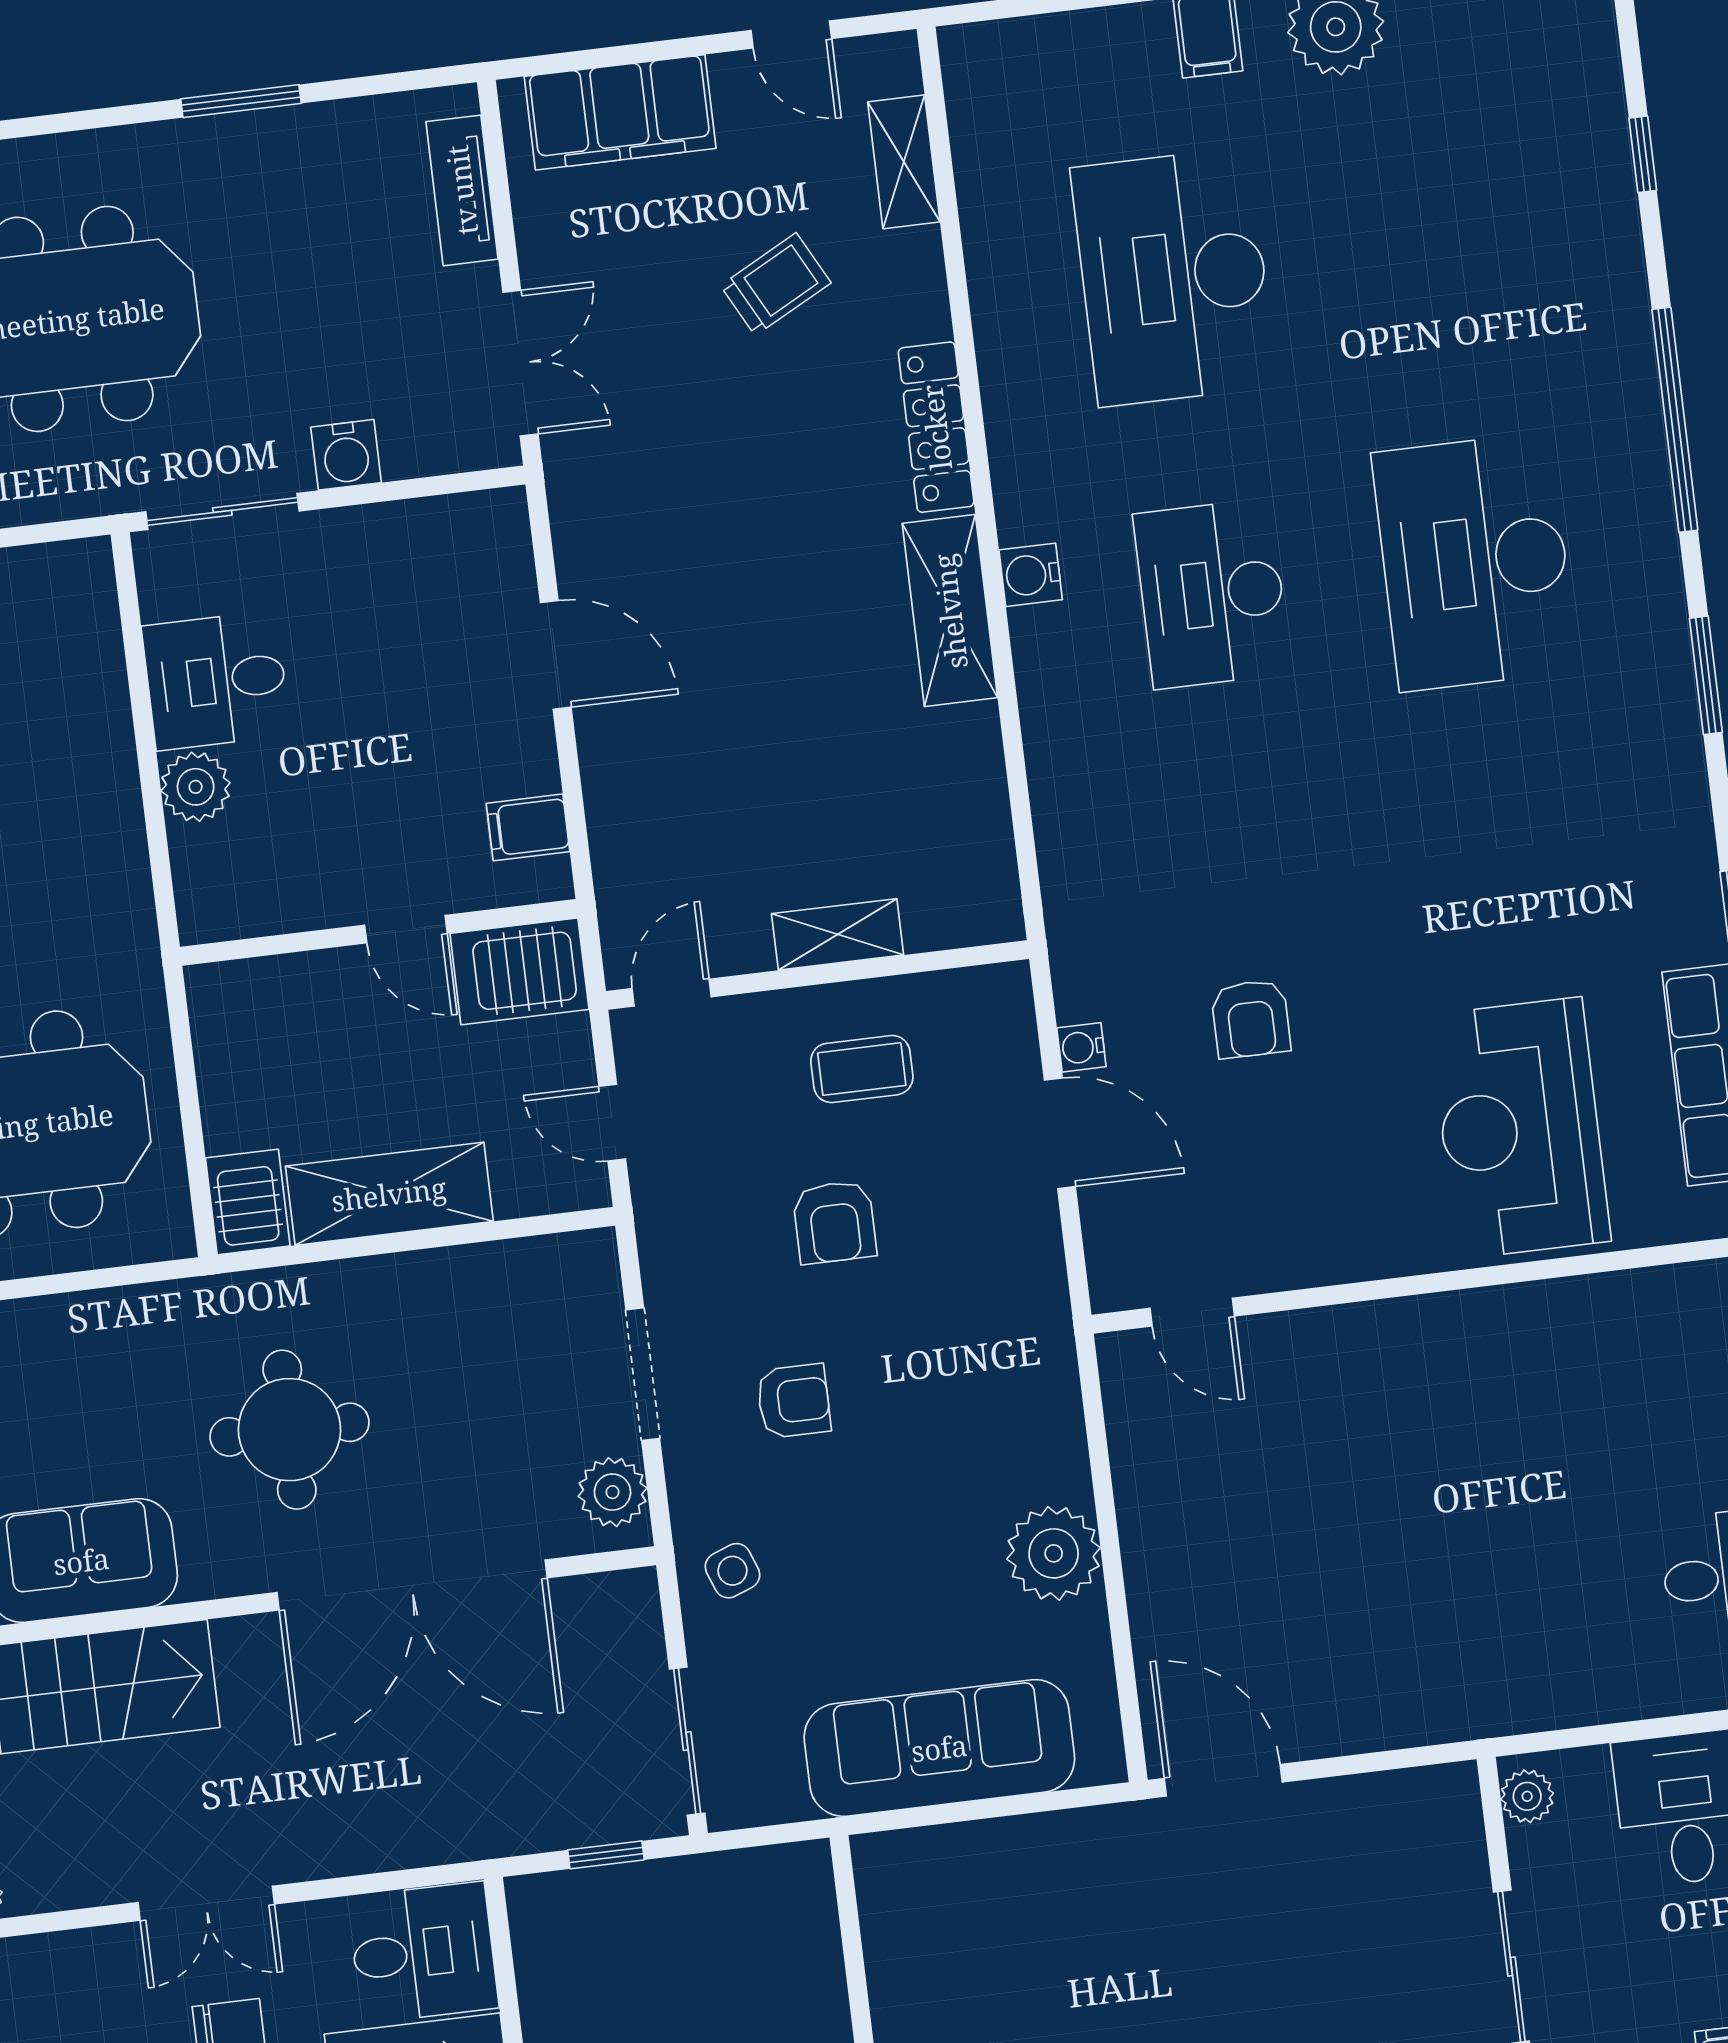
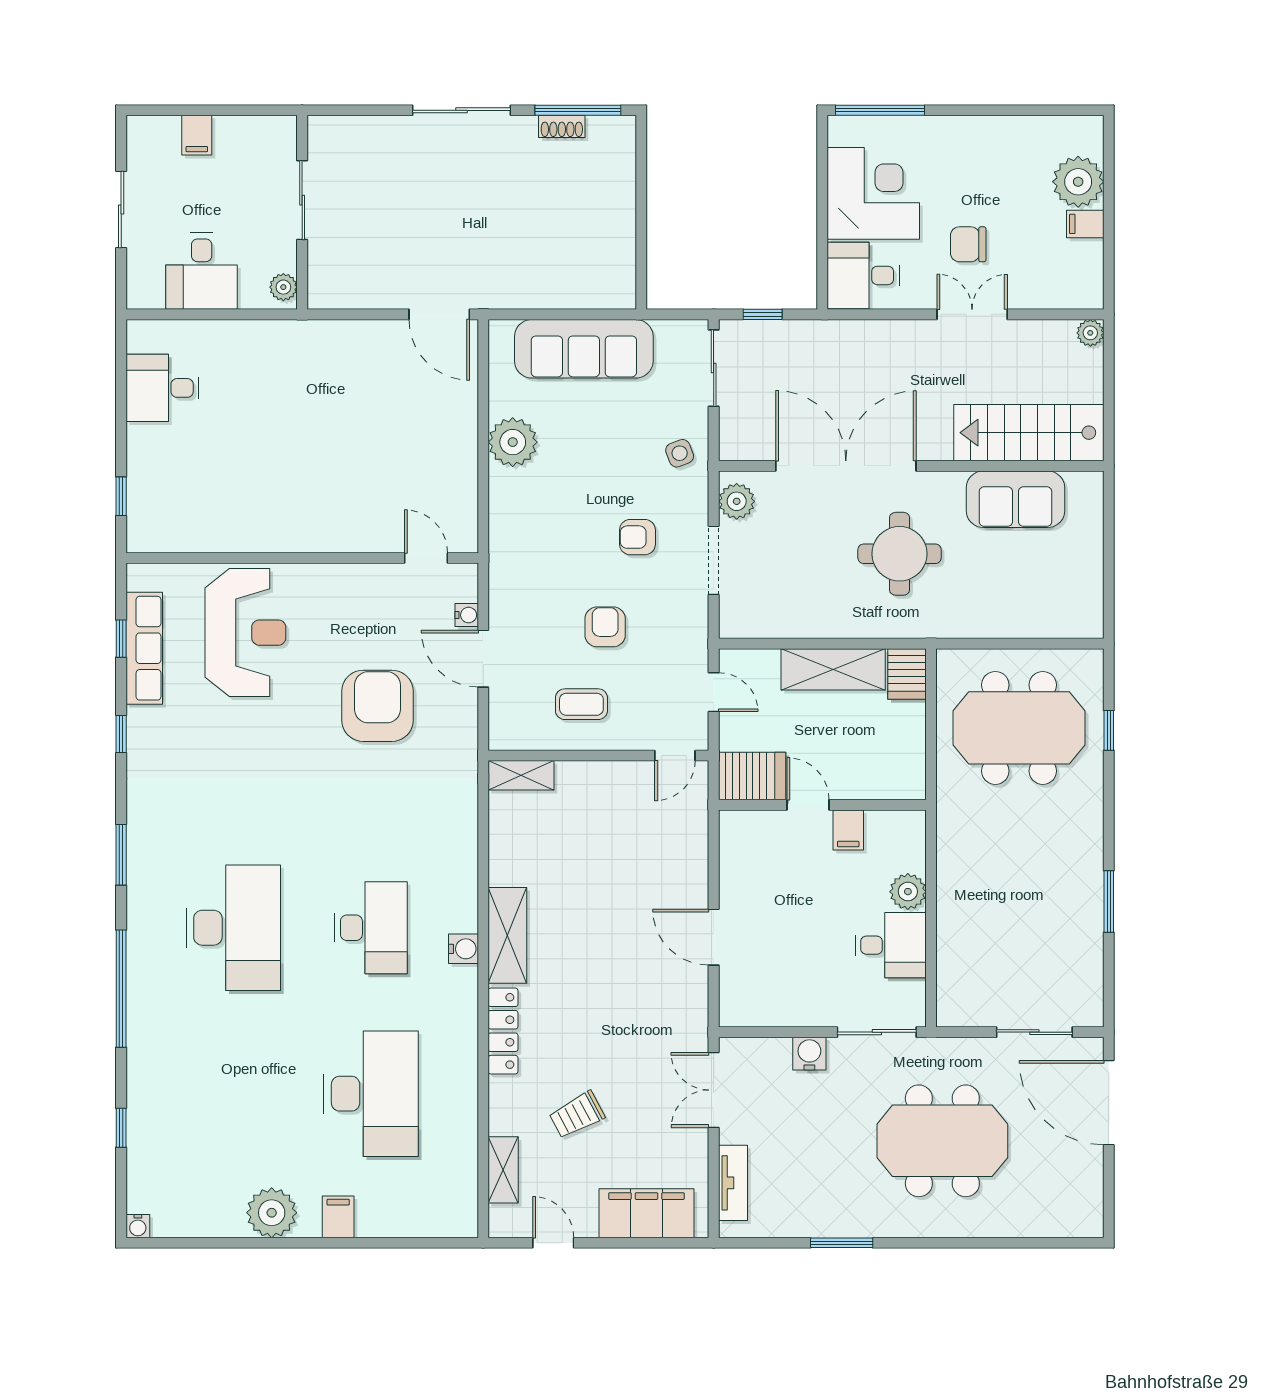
filing cabinet: (528, 827) -> (848, 830), moved, turned 90
shelving: (838, 934) -> (521, 775), moved
armchair: (1251, 1019) -> (377, 706), width x1.88, depth x1.88
water cooler: (1081, 1047) -> (467, 615), moved

